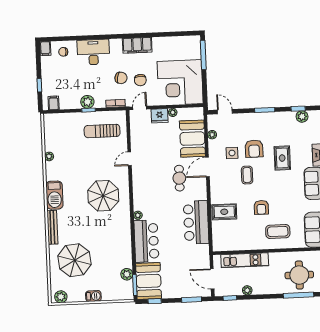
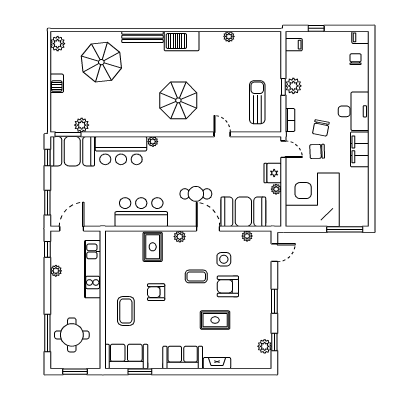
desk: (93, 52) -> (354, 111), moved
plant: (215, 190) -> (180, 237), added

